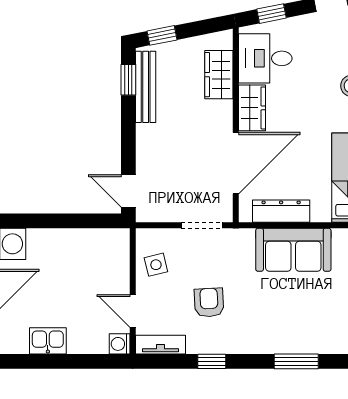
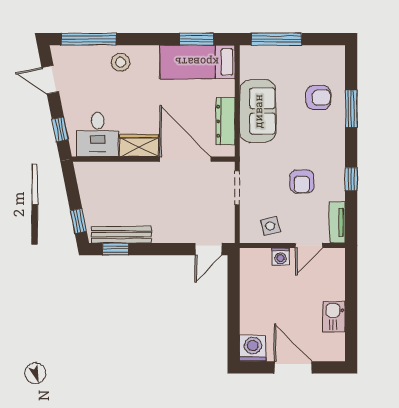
wardrobe: (219, 75) -> (111, 173), removed
armchair: (209, 302) -> (302, 182), turned -87
armchair: (309, 322) -> (318, 98), added
washing machine: (120, 344) -> (281, 256), moved

